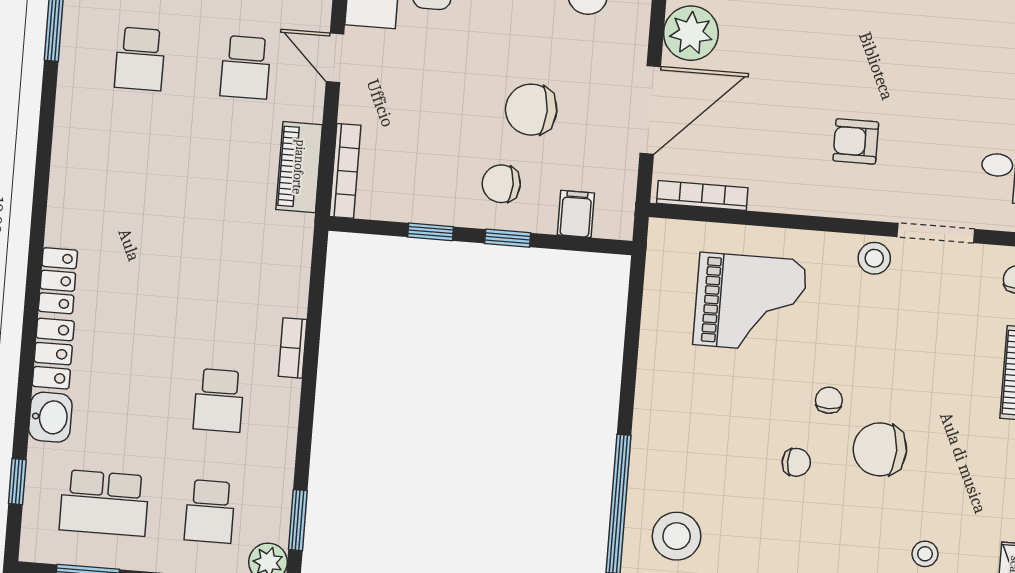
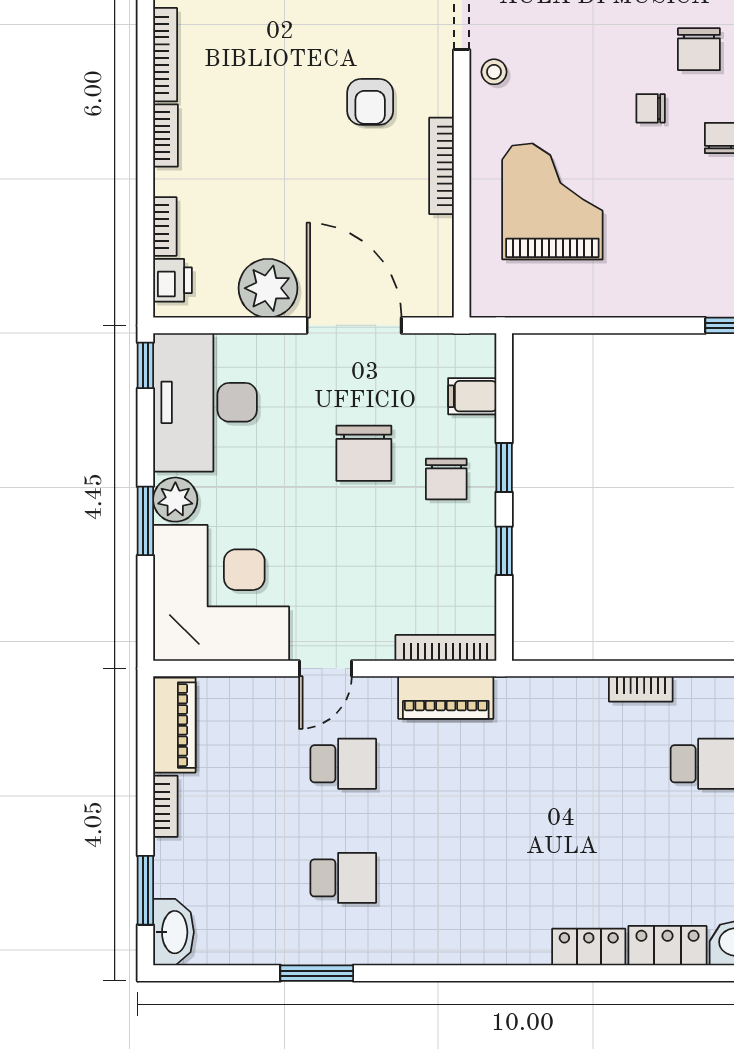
bookcase: (702, 196) -> (442, 166), moved
stool: (874, 258) -> (494, 72), width x0.73, depth x0.73
chair: (880, 449) -> (699, 49), width x0.73, depth x0.73

